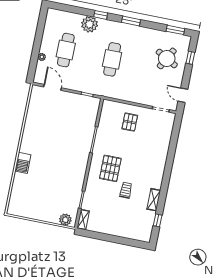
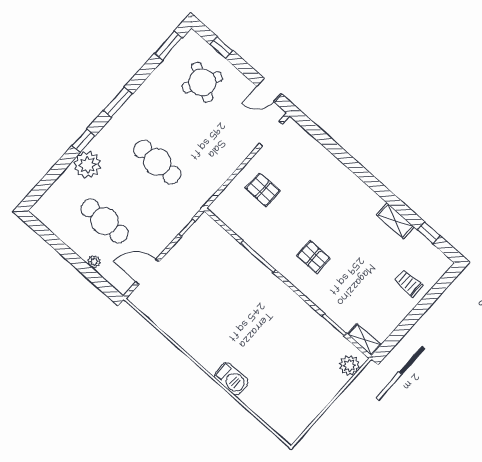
pallet: (110, 168) -> (313, 257), width x0.67, depth x0.71
trolley: (126, 190) -> (409, 283), moved

